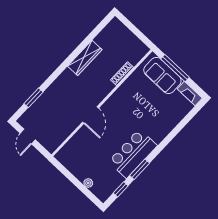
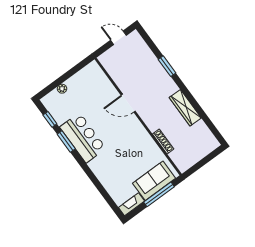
window: (33, 98) -> (167, 66), moved

